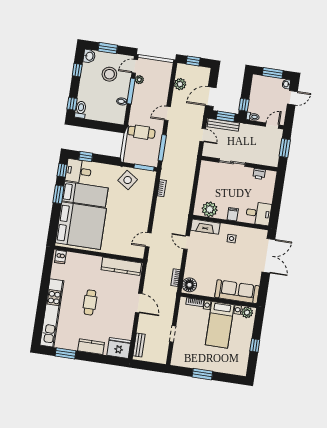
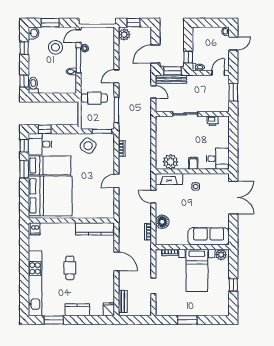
window: (273, 73) -> (211, 23), removed
plant: (180, 84) -> (124, 35), moved
door: (148, 240) -> (116, 181), moved
floor lamp: (189, 285) -> (162, 222), moved
fridge: (119, 348) -> (109, 309), width x0.53, depth x0.75

